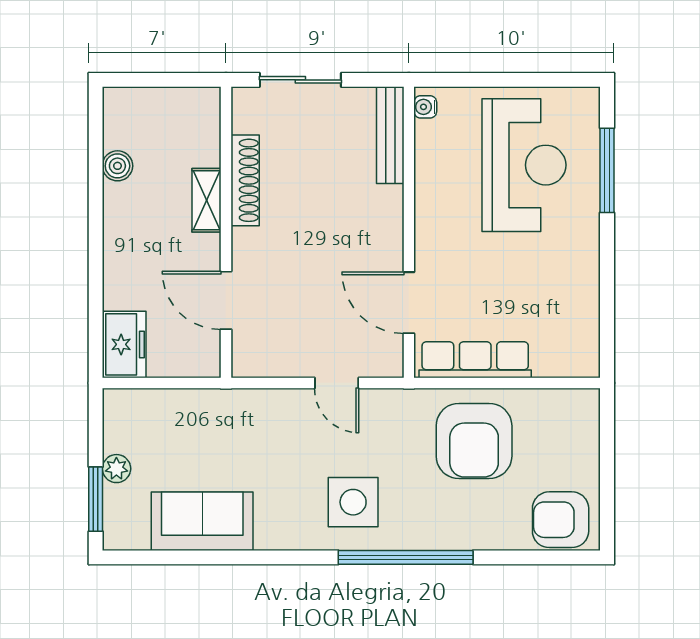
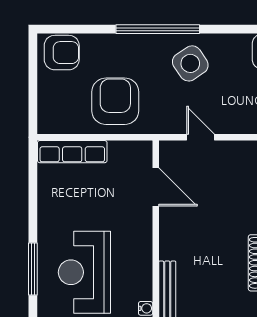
row of seats: (475, 360) -> (72, 152), moved
side table: (353, 502) -> (190, 63), turned -34

